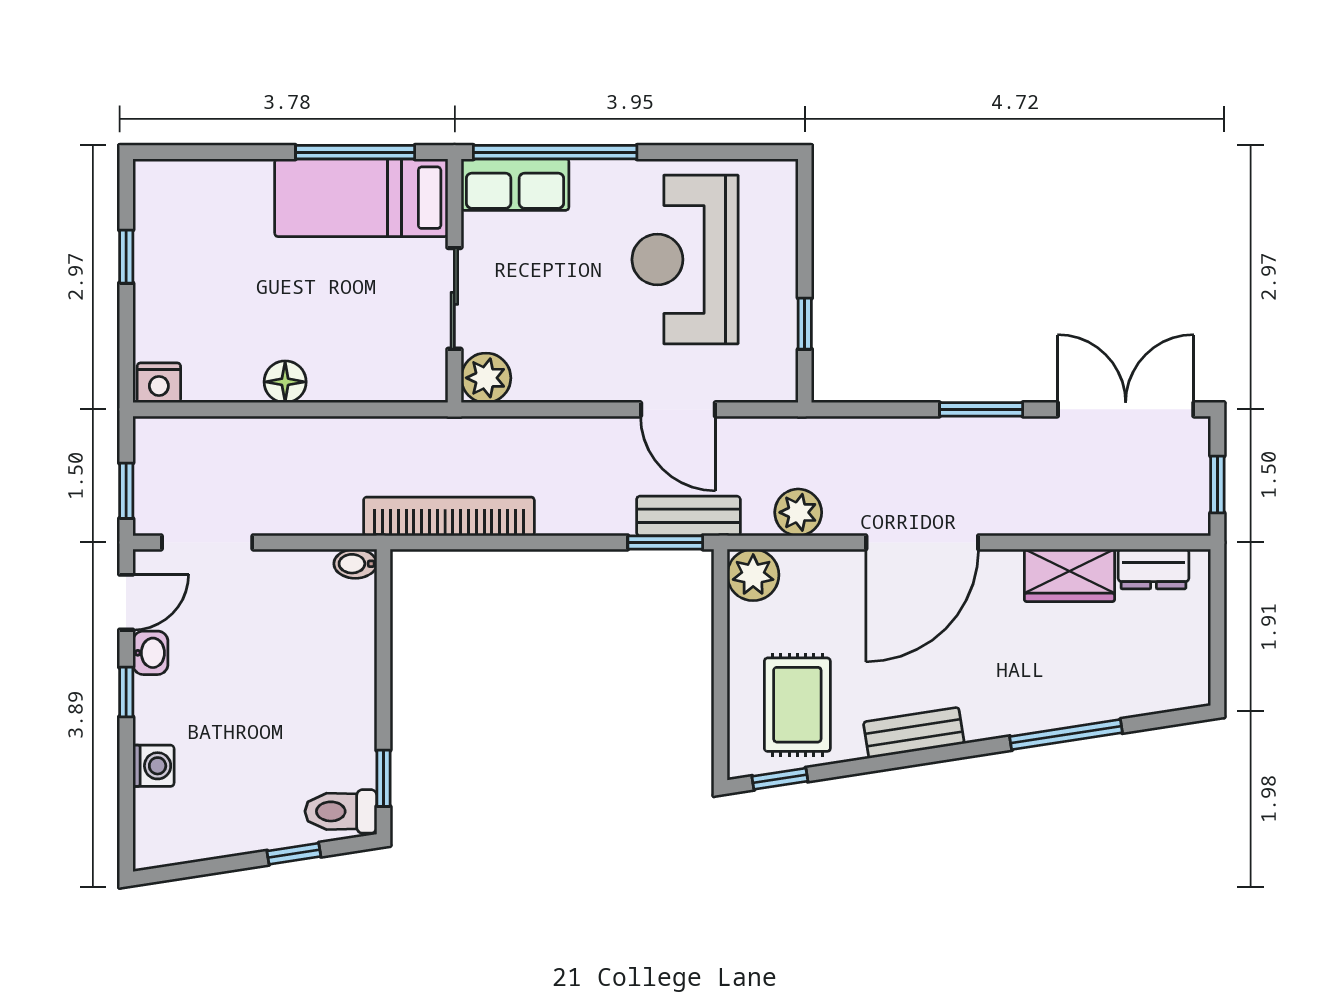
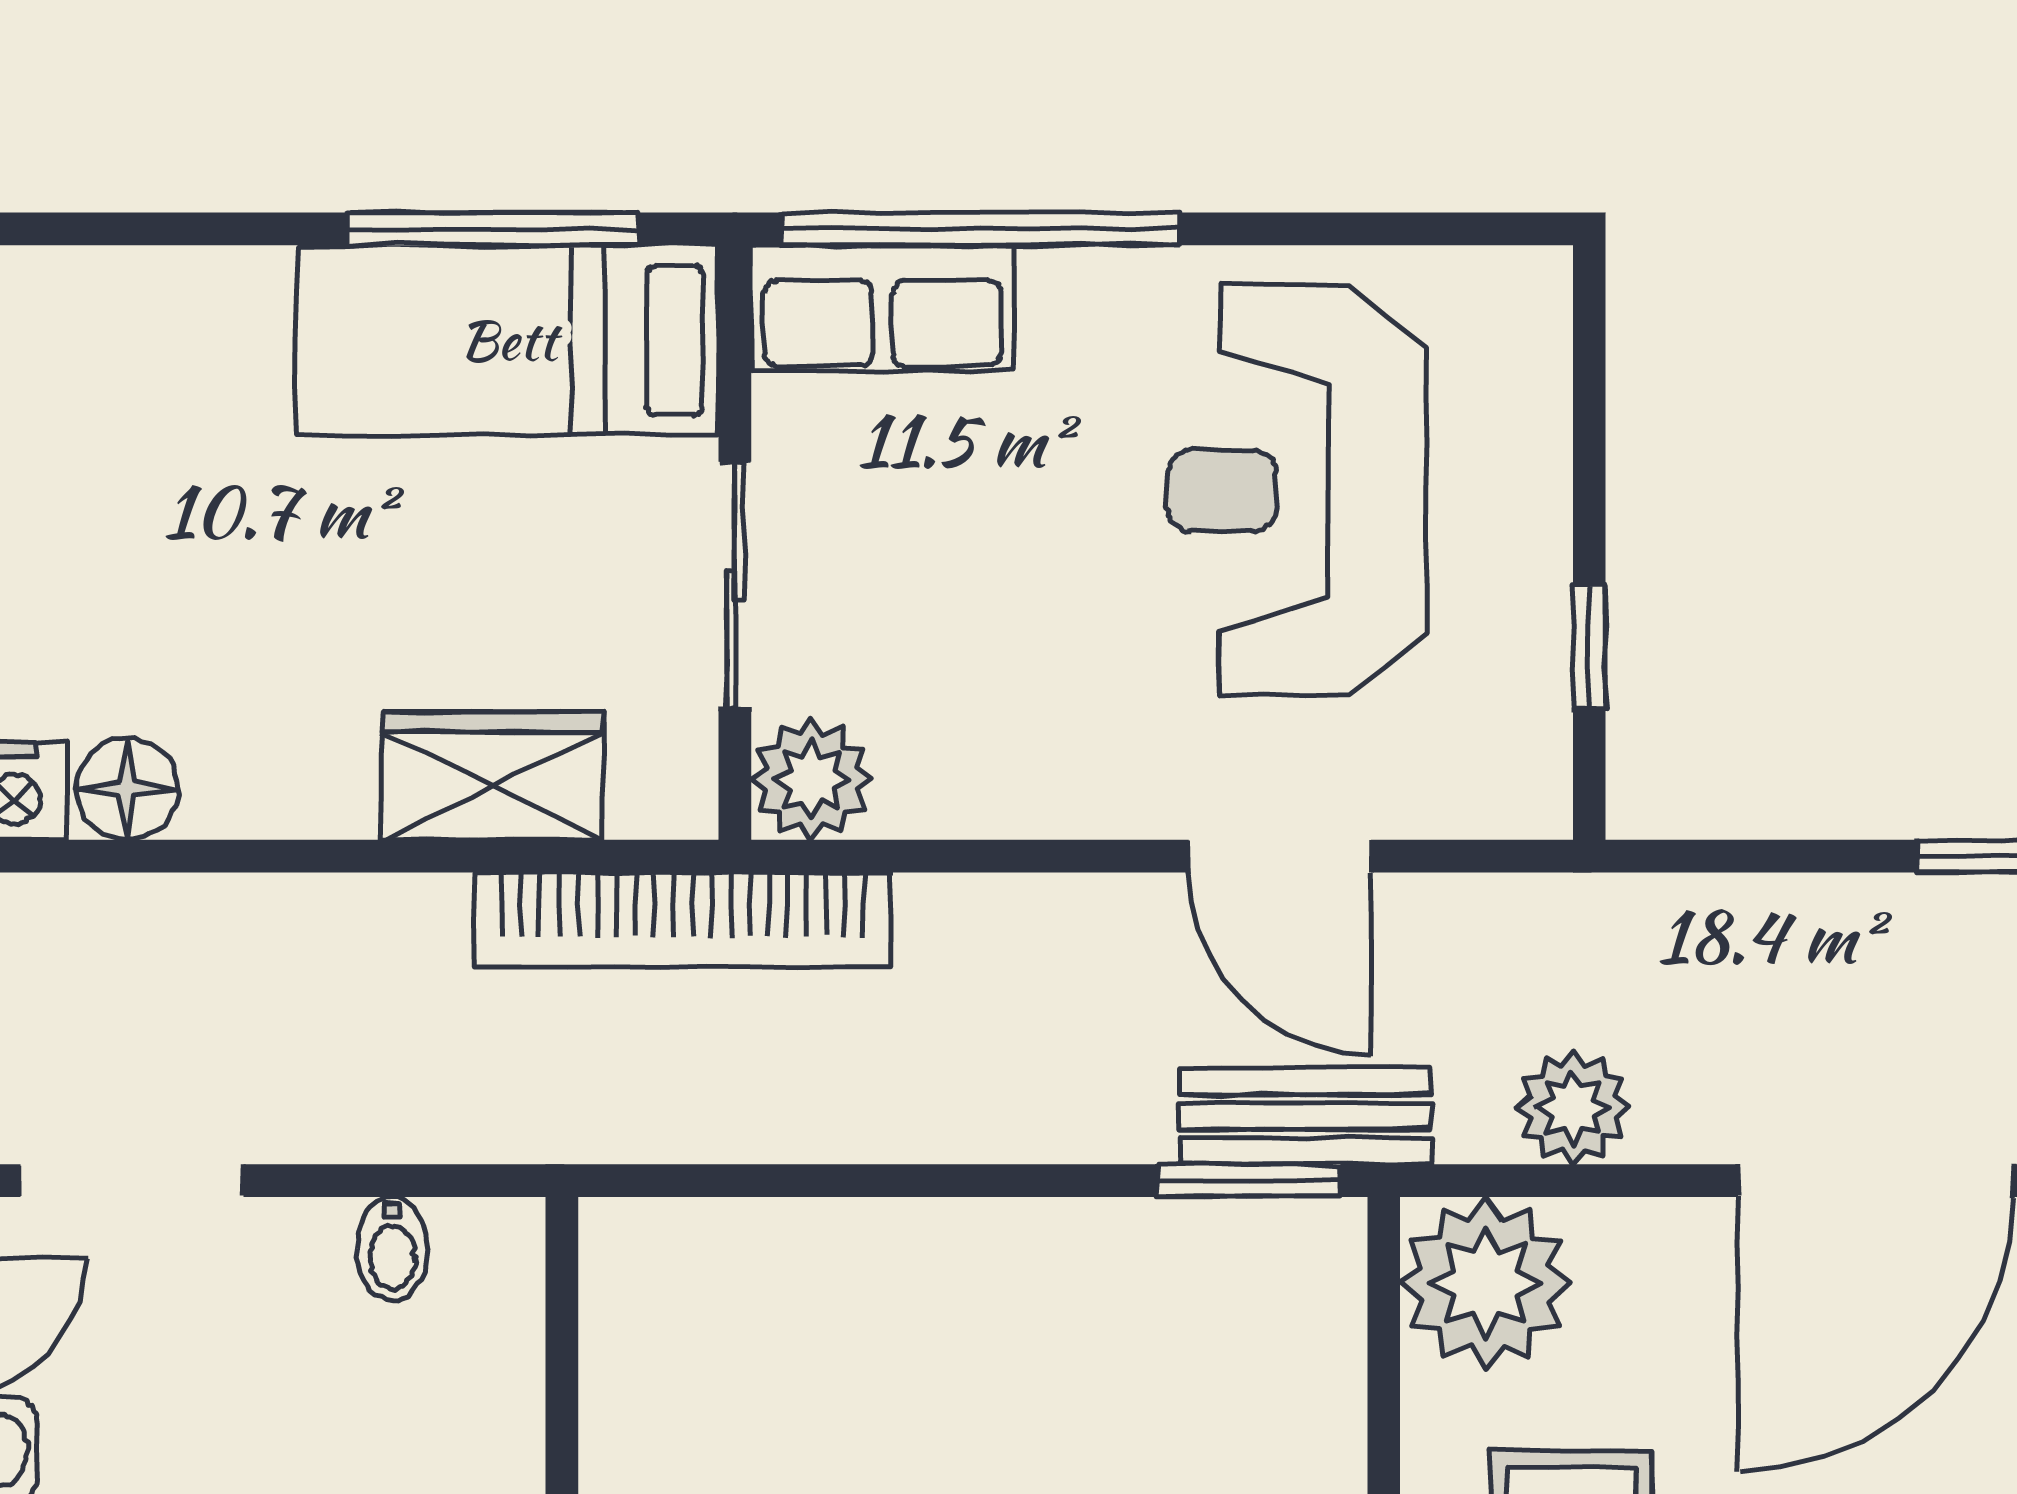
wardrobe: (355, 376) -> (493, 776), added
floor lamp: (285, 382) -> (127, 789), moved
bookcase: (449, 516) -> (683, 920), moved, turned 180
bidet: (355, 564) -> (392, 1249), moved, turned -90
plant: (753, 575) -> (1486, 1283), width x1.36, depth x1.36

